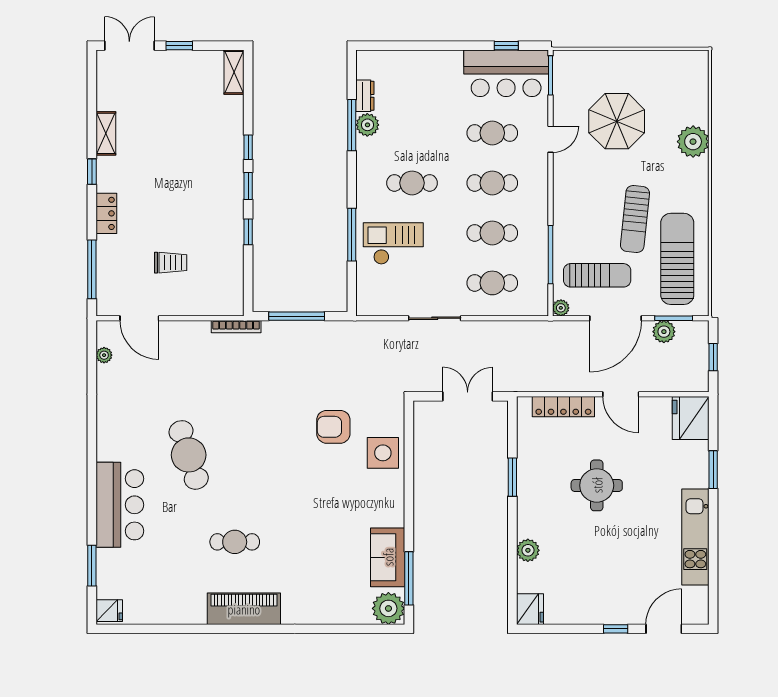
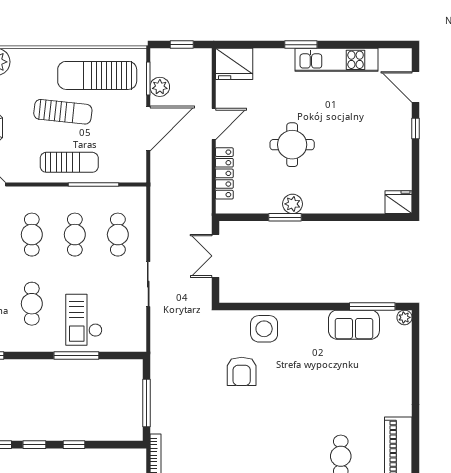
sun lounger: (597, 275) -> (69, 162), moved, turned 90
plant: (561, 308) -> (139, 176), removed
door: (615, 318) -> (148, 129), hinge flipped
window: (713, 470) -> (301, 45), moved
plant: (528, 550) -> (293, 204), moved
plant: (388, 608) -> (404, 317), width x0.53, depth x0.53

